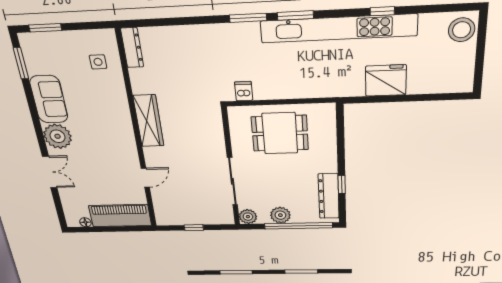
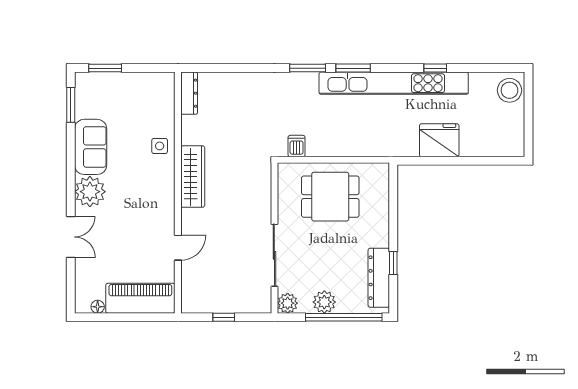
side table: (98, 62) -> (160, 146), moved

